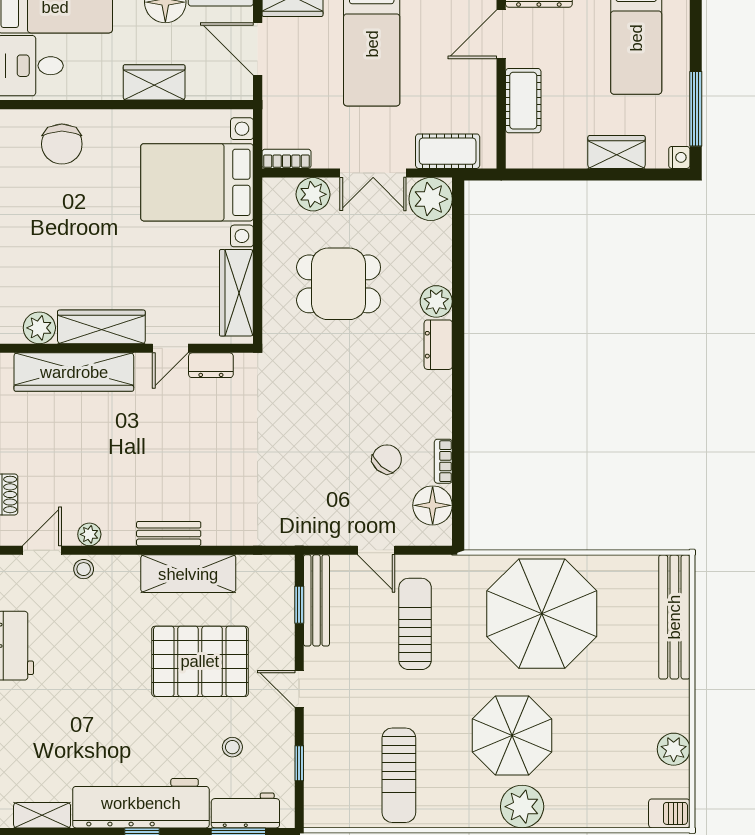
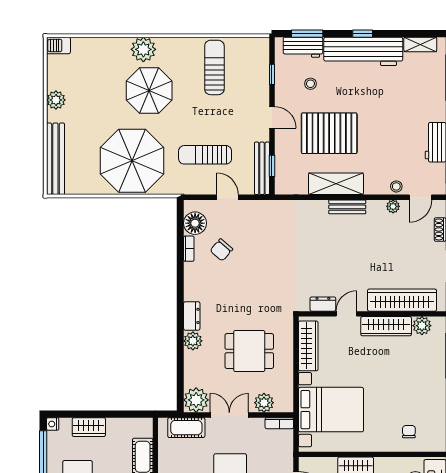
chair: (62, 144) -> (409, 432), width x0.54, depth x0.54
sun lounger: (415, 624) -> (205, 155), turned 90
plant: (674, 749) -> (56, 100), moved

